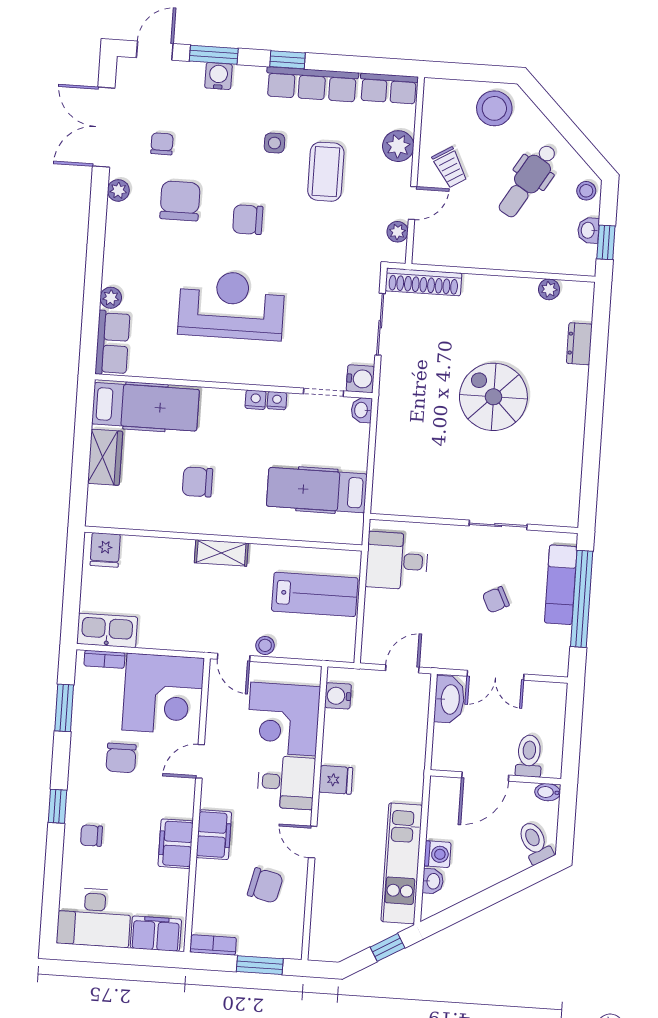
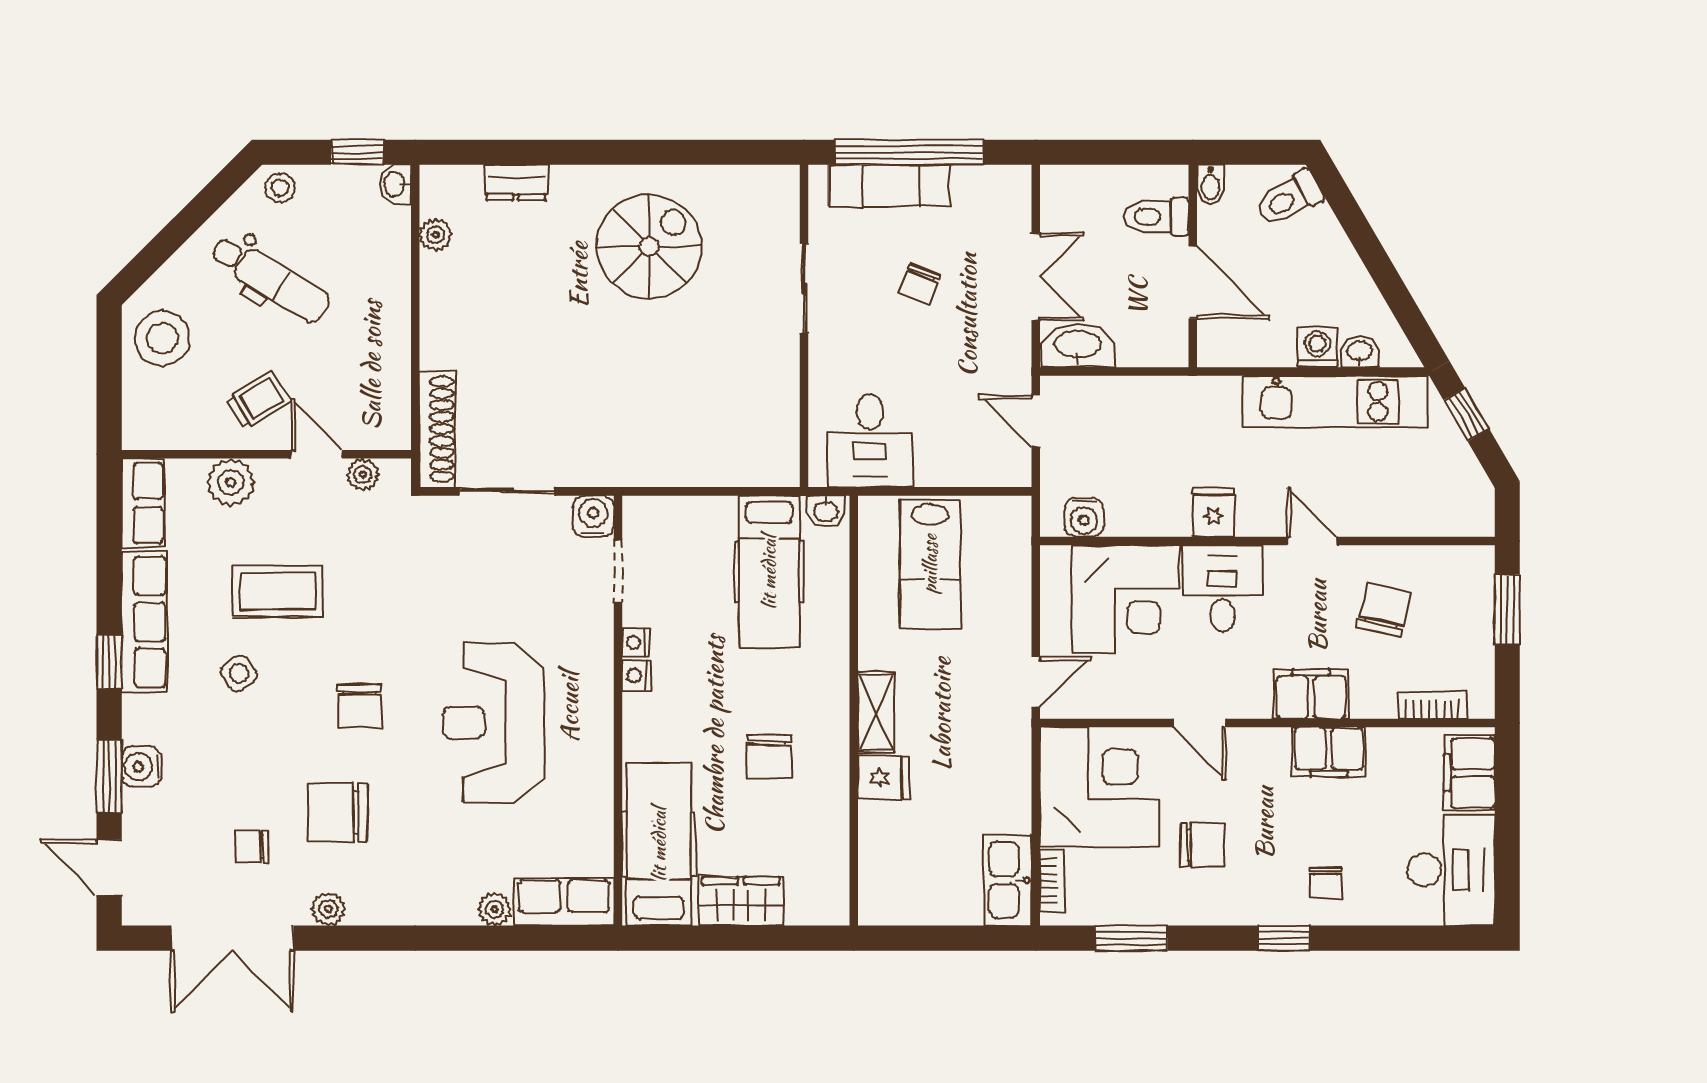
side table: (274, 143) -> (239, 673), turned -38
washbasin: (588, 230) -> (395, 184), moved, turned 90
spiral stairs: (493, 397) -> (649, 246), moved, turned 180
washbasin: (362, 410) -> (826, 511), moved
fridge: (105, 550) -> (884, 778), moved
lab bench: (315, 594) -> (930, 564), turned 180
chair: (496, 600) -> (919, 284), turned 47
stool: (265, 645) -> (1014, 635), removed
door: (313, 842) -> (1312, 541), swing flipped
bookcase: (213, 945) -> (1433, 705), moved, turned 90

